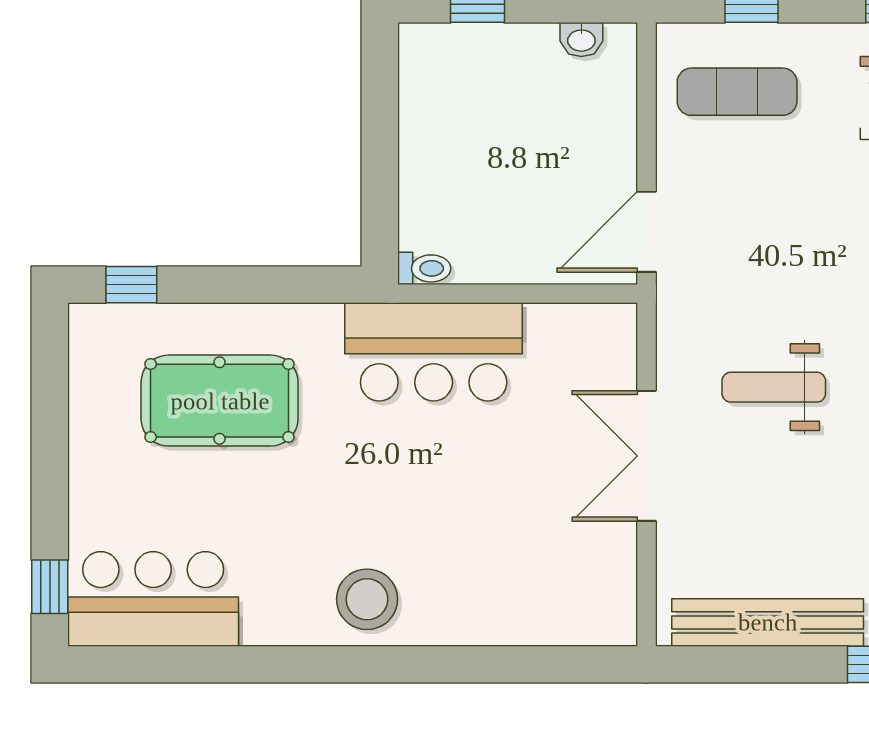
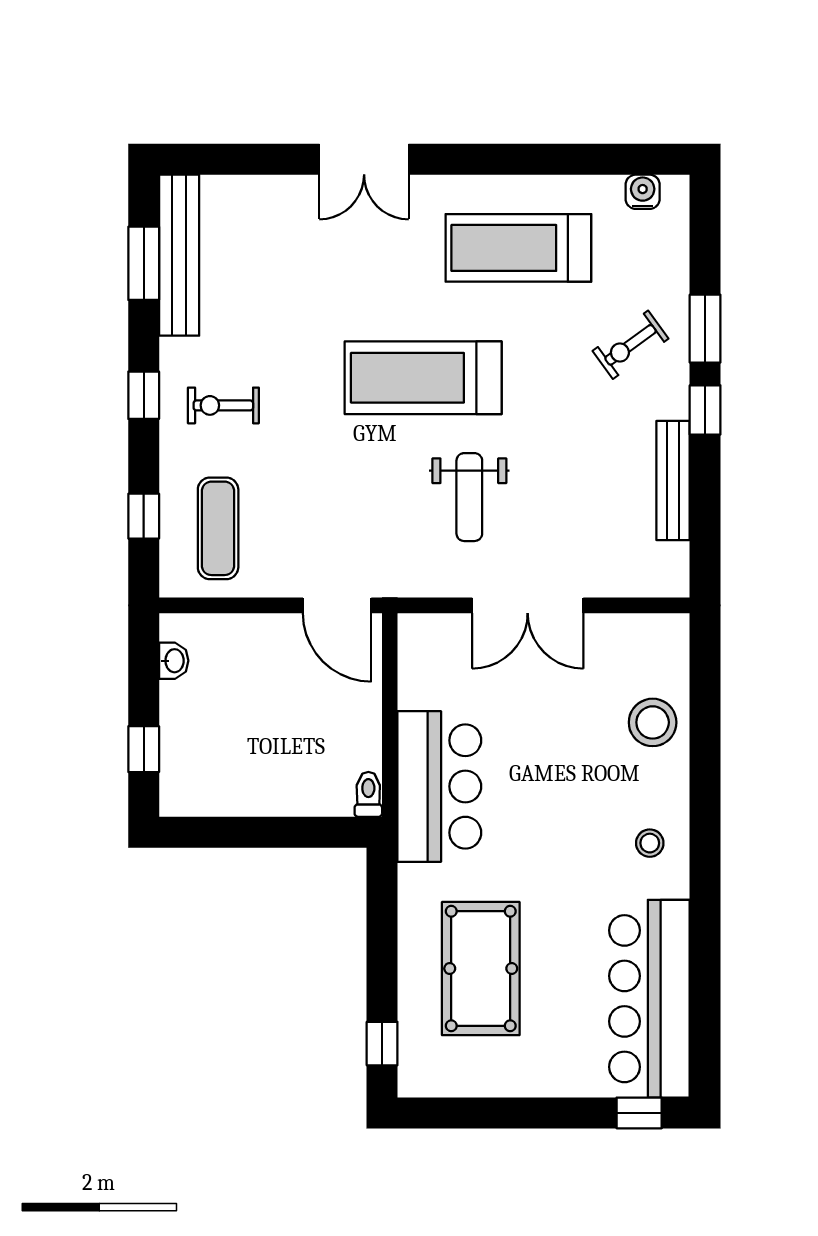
bar counter: (153, 599) -> (649, 999), width x1.36
stool: (367, 599) -> (650, 843), width x0.53, depth x0.53
stool: (509, 603) -> (653, 722), added
bench: (768, 622) -> (673, 480), width x0.73, depth x0.82

